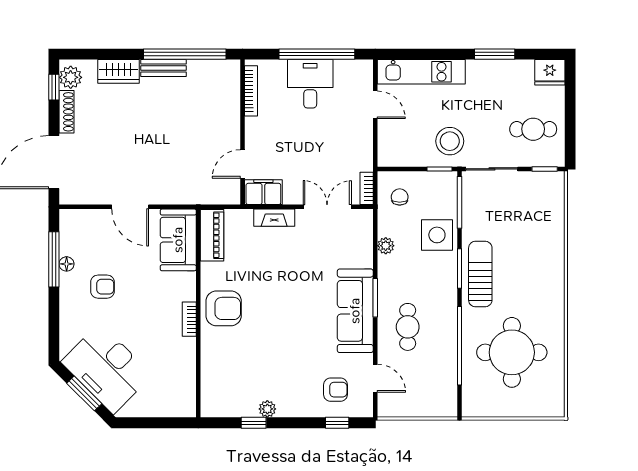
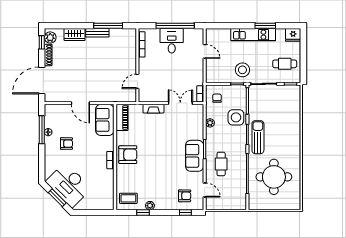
window: (185, 54) -> (108, 26), width x0.68
kitchen unit: (421, 72) -> (253, 35), moved
filing cabinet: (263, 192) -> (148, 96), removed
sofa: (355, 311) -> (195, 156), width x0.73
coffee table: (225, 395) -> (128, 198), added

